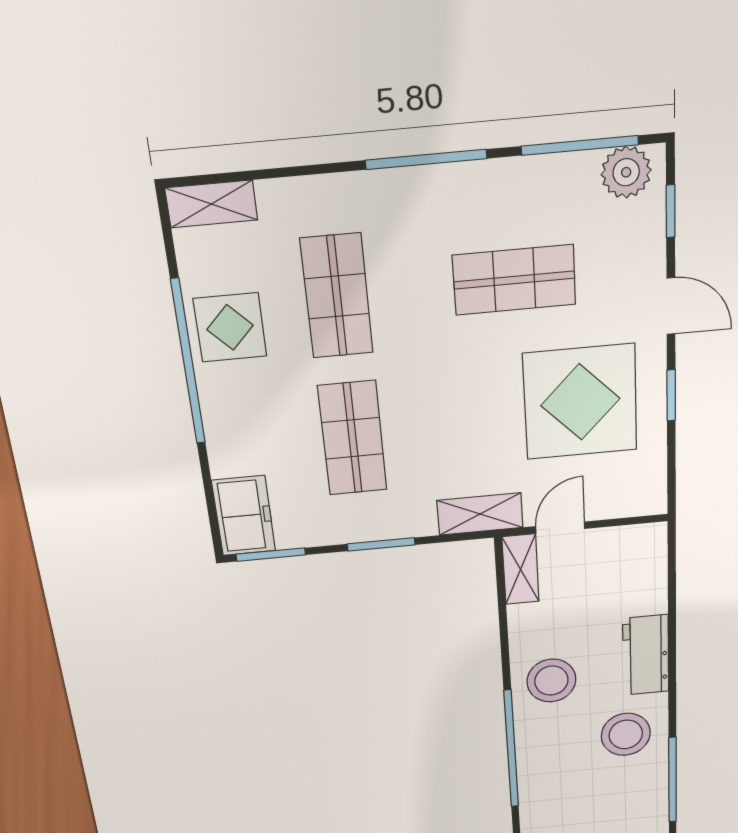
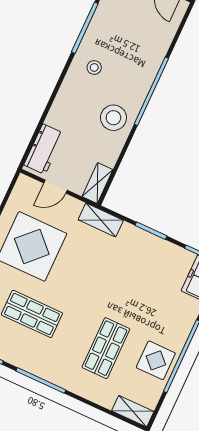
shop shelf: (353, 438) -> (135, 286), removed
door: (560, 528) -> (55, 187), moved
workbench: (646, 655) -> (44, 149), moved
stool: (626, 734) -> (94, 67), width x0.53, depth x0.53

